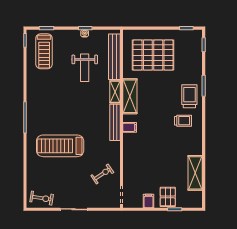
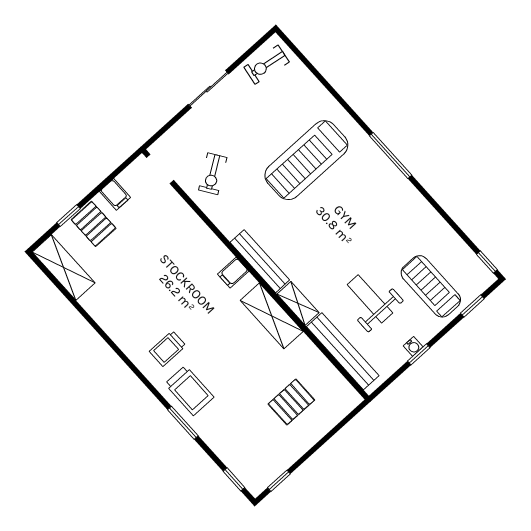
treadmill: (44, 51) -> (431, 286), moved
pallet: (153, 55) -> (291, 402), width x0.49, depth x0.50
treadmill: (60, 146) -> (306, 160), turned 180
shelving: (195, 173) -> (64, 267), moved

